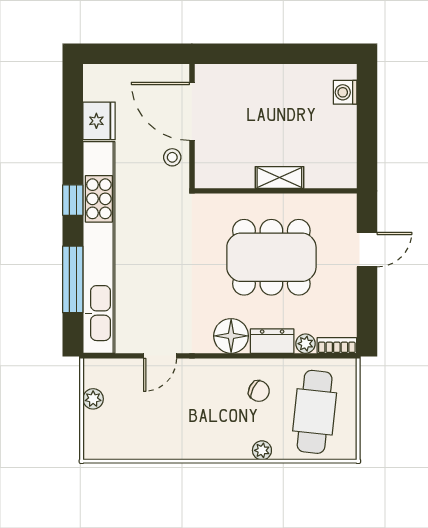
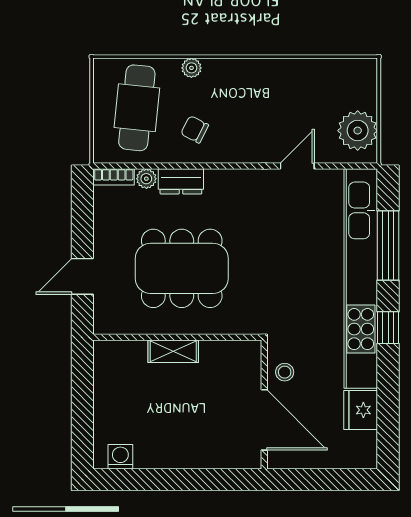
washing machine: (345, 92) -> (120, 457), moved, turned -90
floor lamp: (231, 336) -> (224, 187), removed
plant: (93, 399) -> (358, 131), width x1.88, depth x1.88

